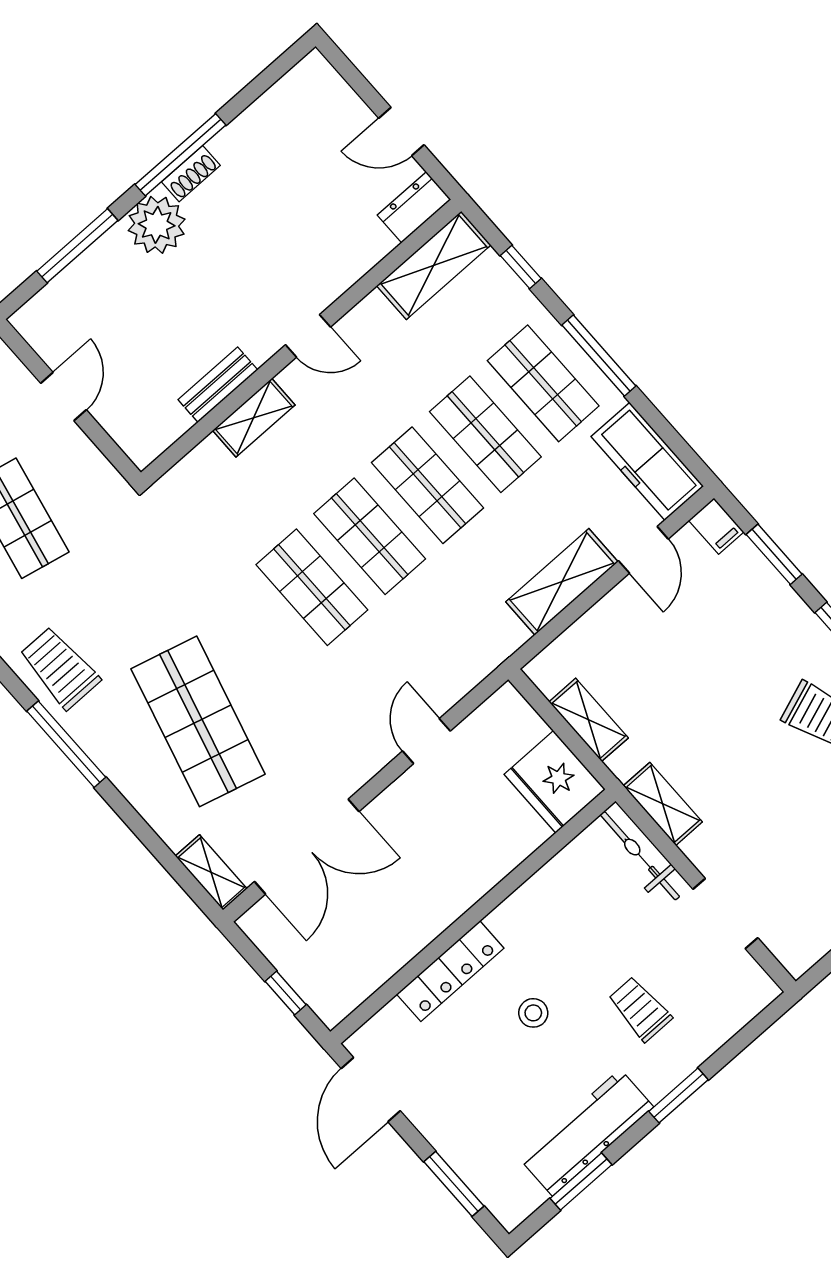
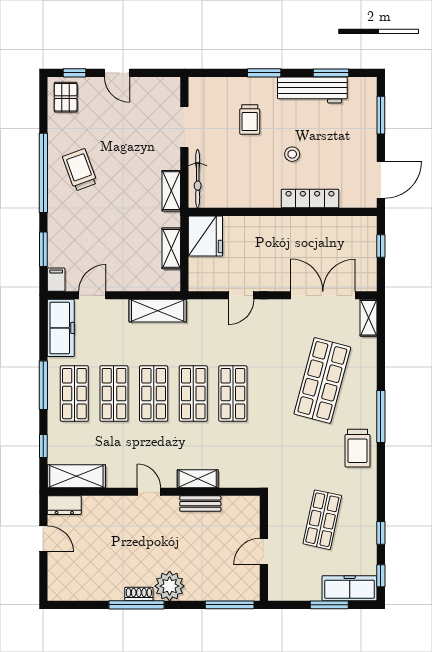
window: (77, 246) -> (230, 605), moved
shelving: (562, 582) -> (158, 311), moved

